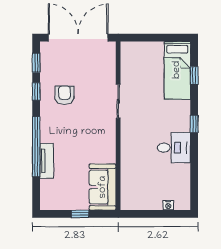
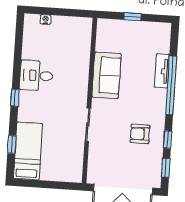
armchair: (65, 95) -> (140, 134), turned 90
sofa: (103, 187) -> (107, 75), moved

